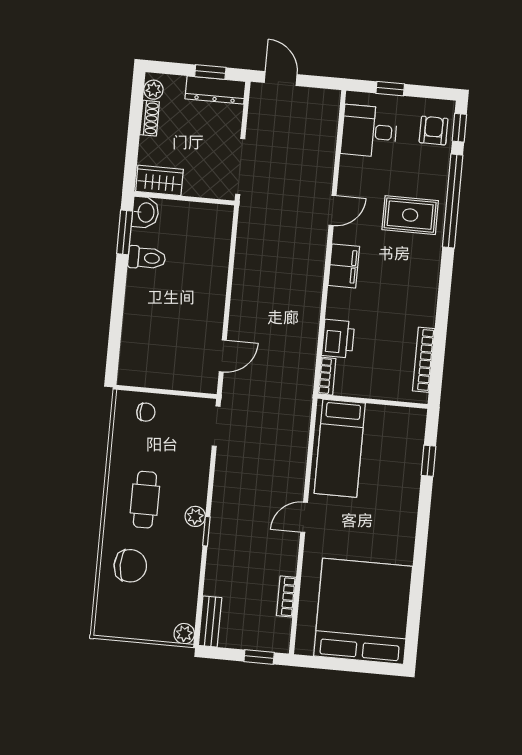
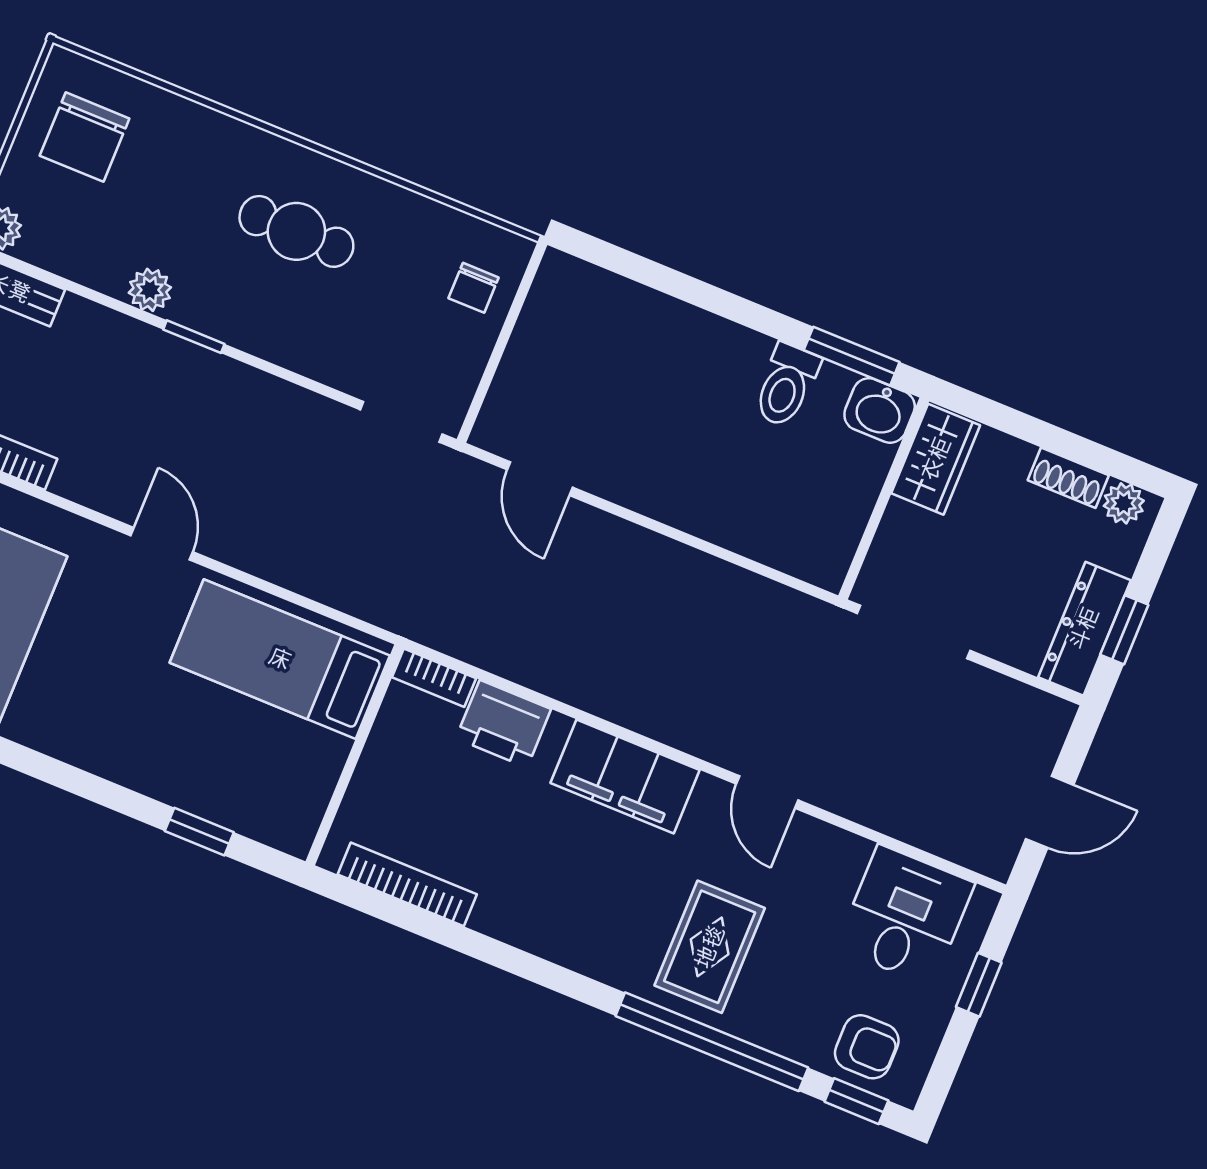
door: (281, 79) -> (1050, 812), moved
filing cabinet: (344, 266) -> (625, 777), width x1.50, depth x1.17
plant: (195, 516) -> (150, 290), moved
chair: (130, 566) -> (85, 137), moved

